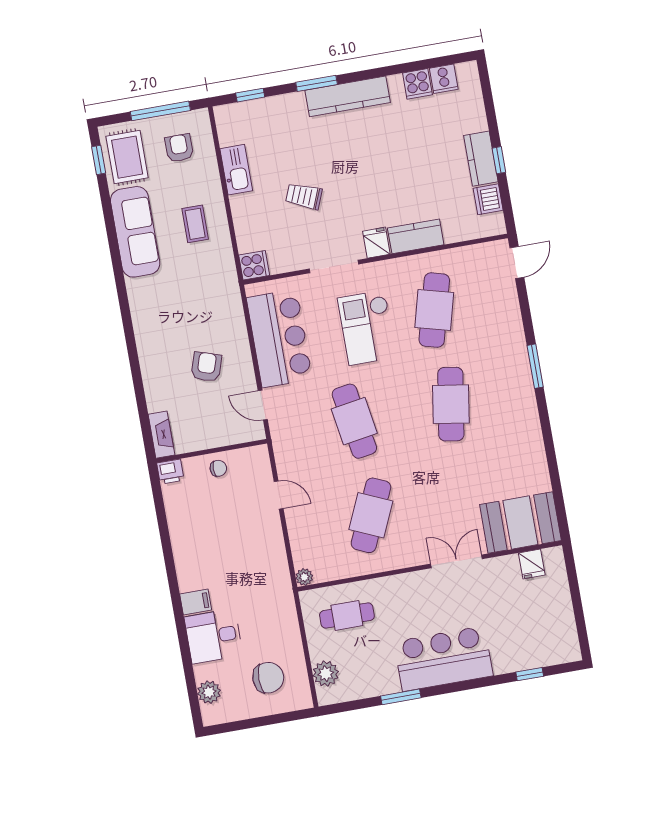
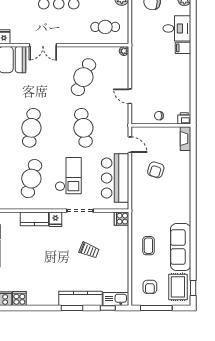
kitchen counter: (348, 96) -> (80, 298), moved
kitchen sink: (236, 170) -> (116, 299), moved, turned 90

